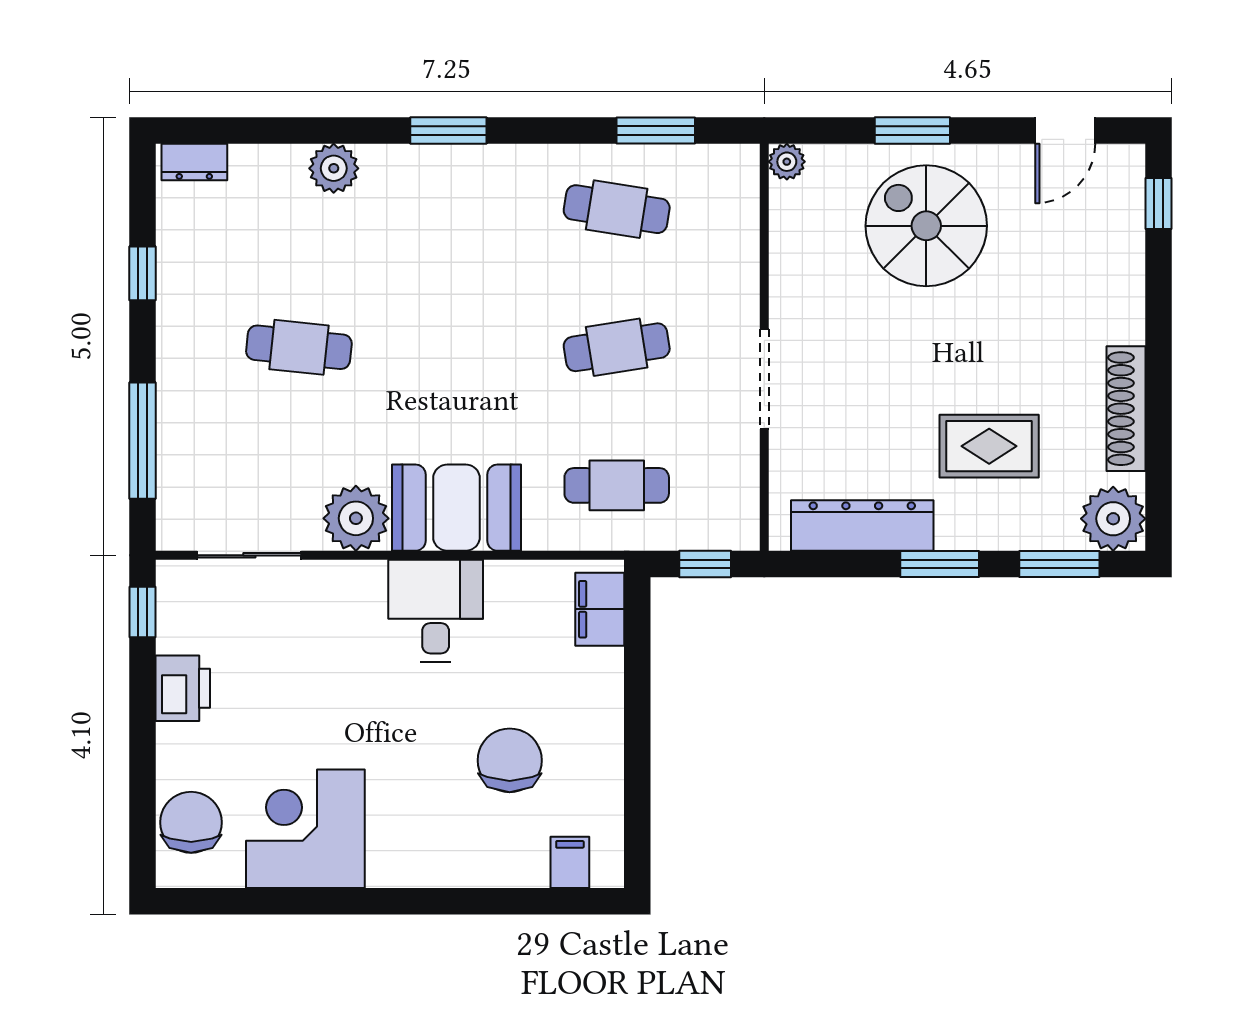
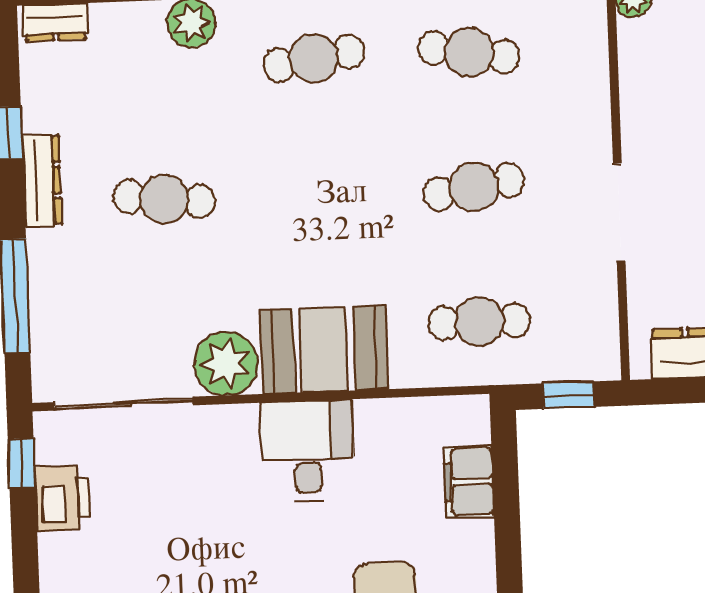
cafe table: (458, 209) -> (314, 58), added
dresser: (174, 323) -> (42, 180), added
sliding door: (249, 555) -> (124, 404), width x1.37
filing cabinet: (600, 609) -> (469, 482), moved
printer: (183, 688) -> (62, 498), moved

